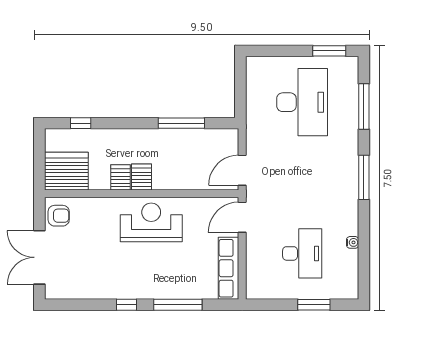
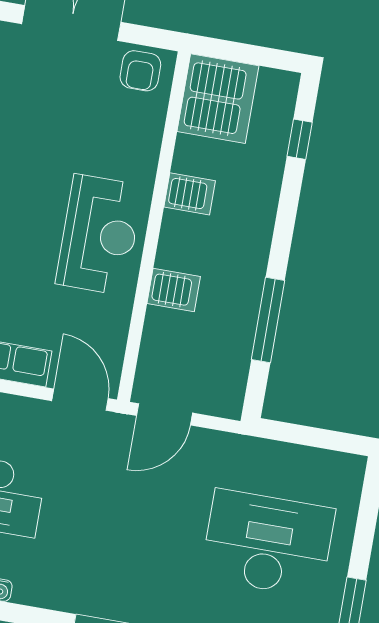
desk: (302, 102) -> (268, 543), turned 180
door: (242, 170) -> (164, 414), swing flipped
server rack: (141, 177) -> (174, 290), moved

